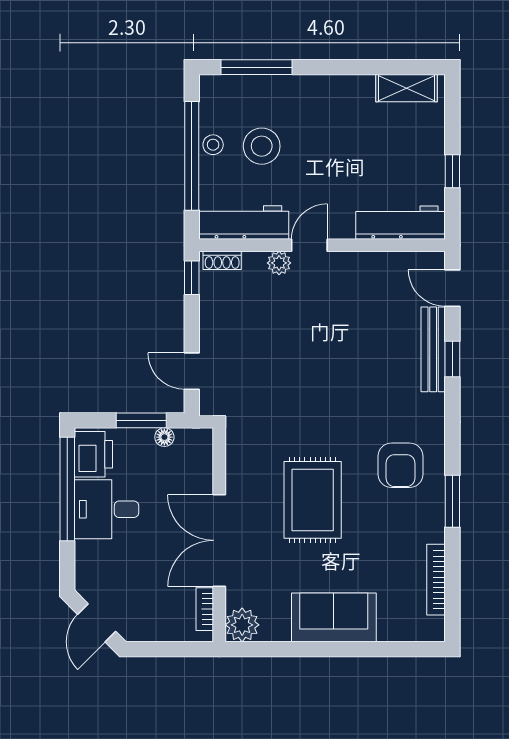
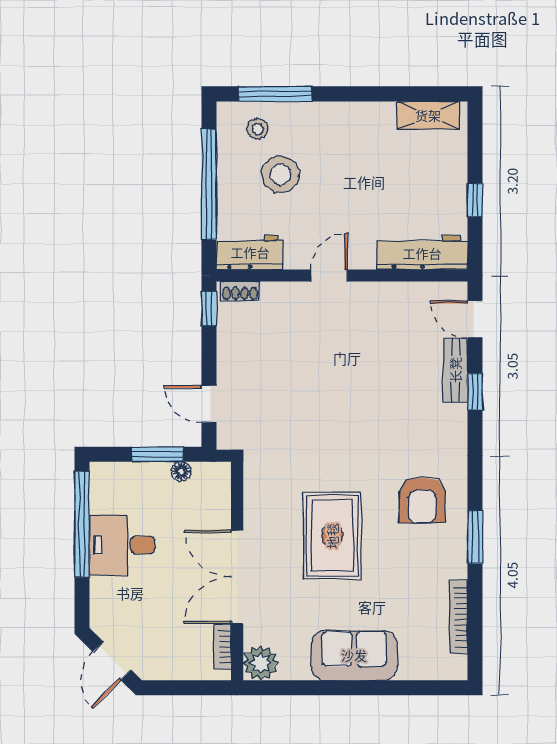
stool: (213, 145) -> (258, 129), moved
workbench: (244, 223) -> (250, 252), width x0.73
plant: (279, 263) -> (298, 294), removed
bench: (433, 349) -> (455, 370), width x0.73
printer: (93, 454) -> (109, 489), removed

